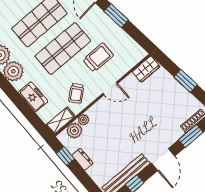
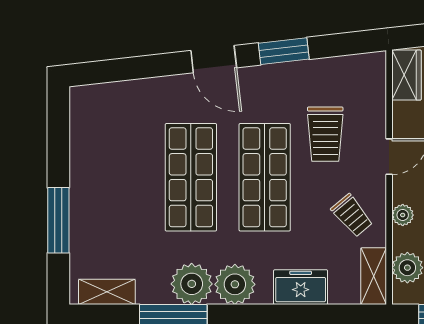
trolley: (98, 57) -> (325, 134), turned 180
plant: (83, 120) -> (403, 215), moved

